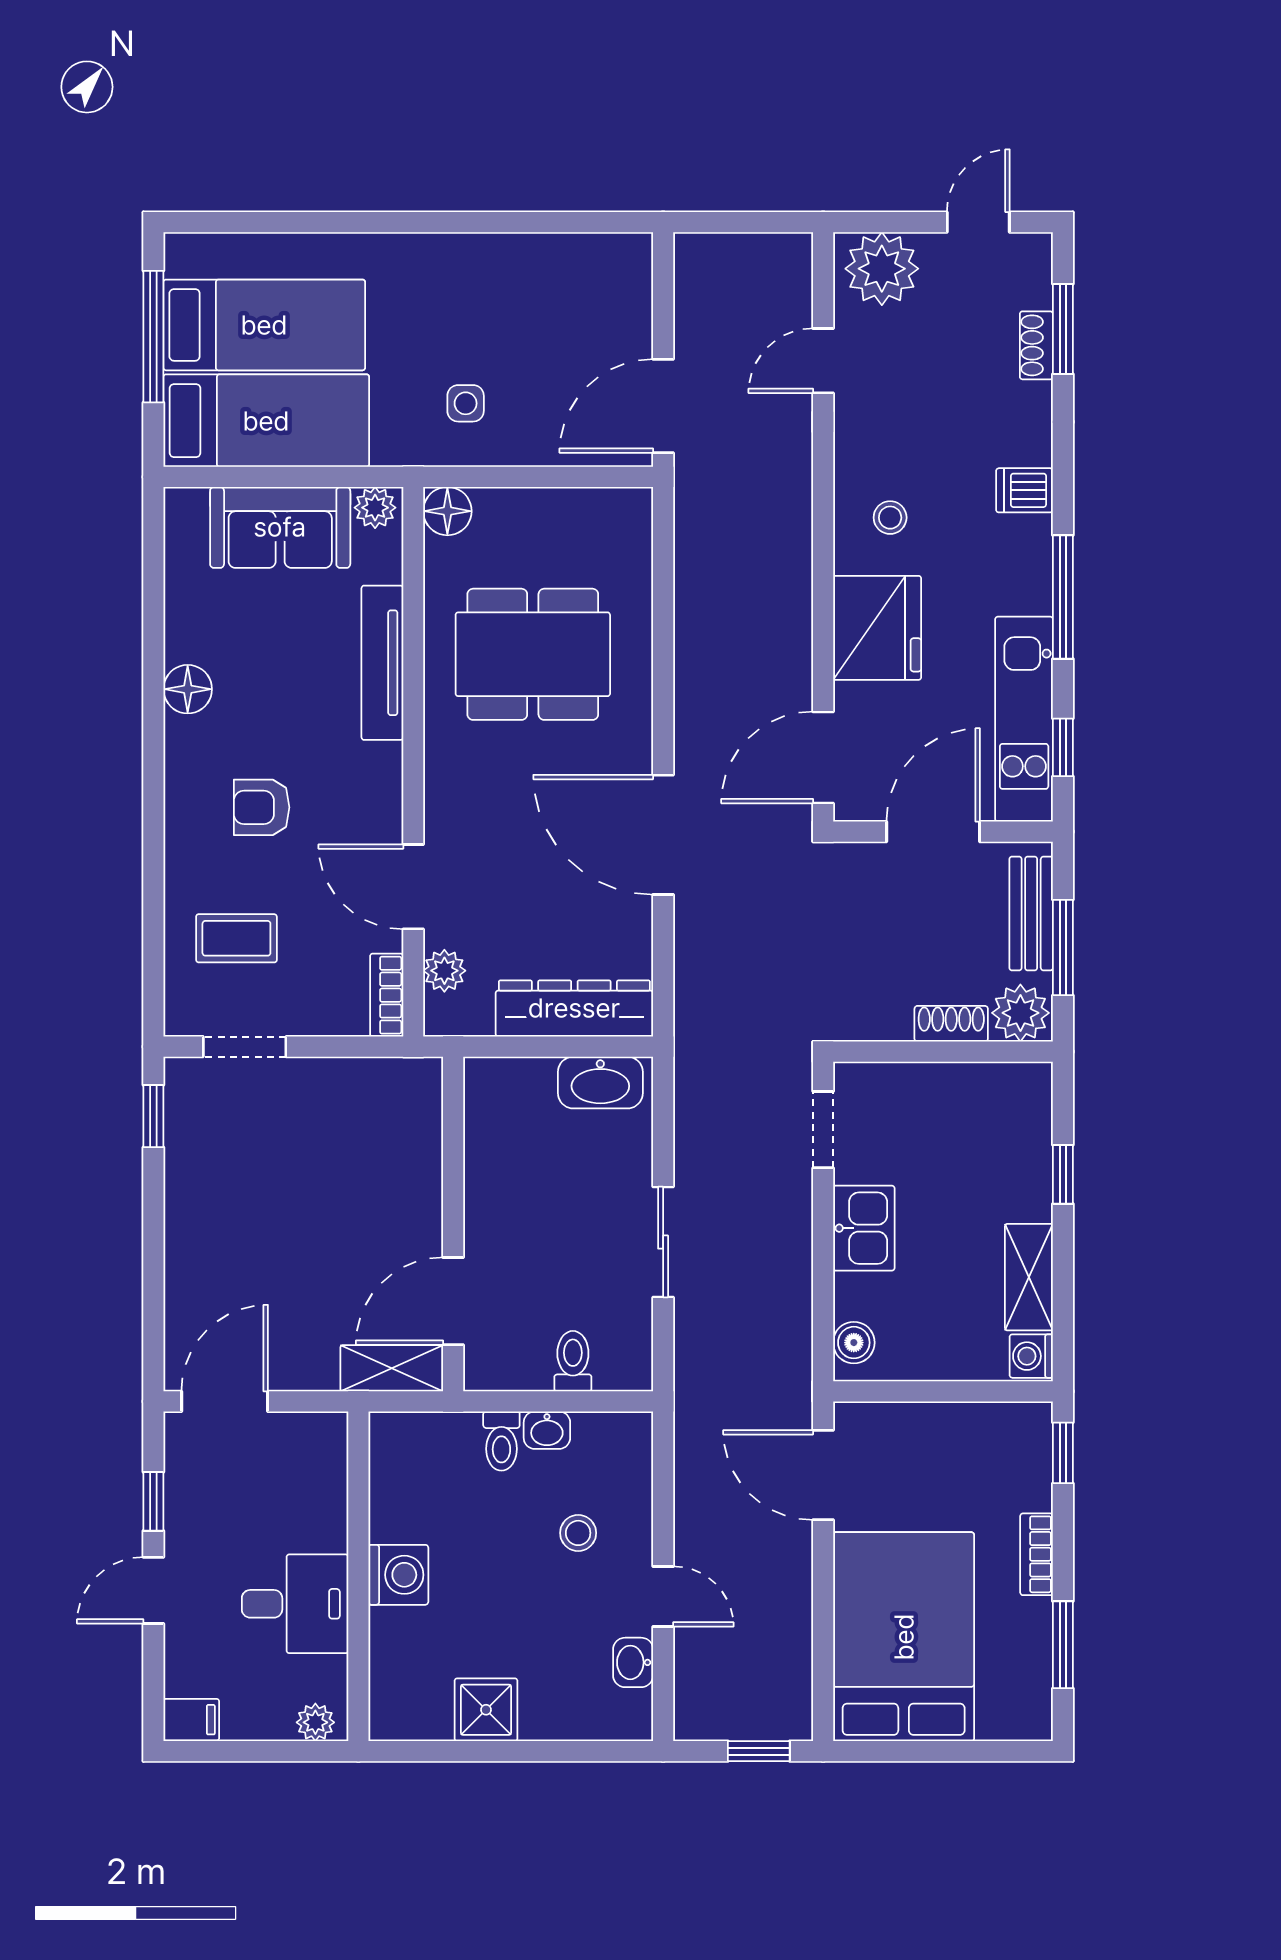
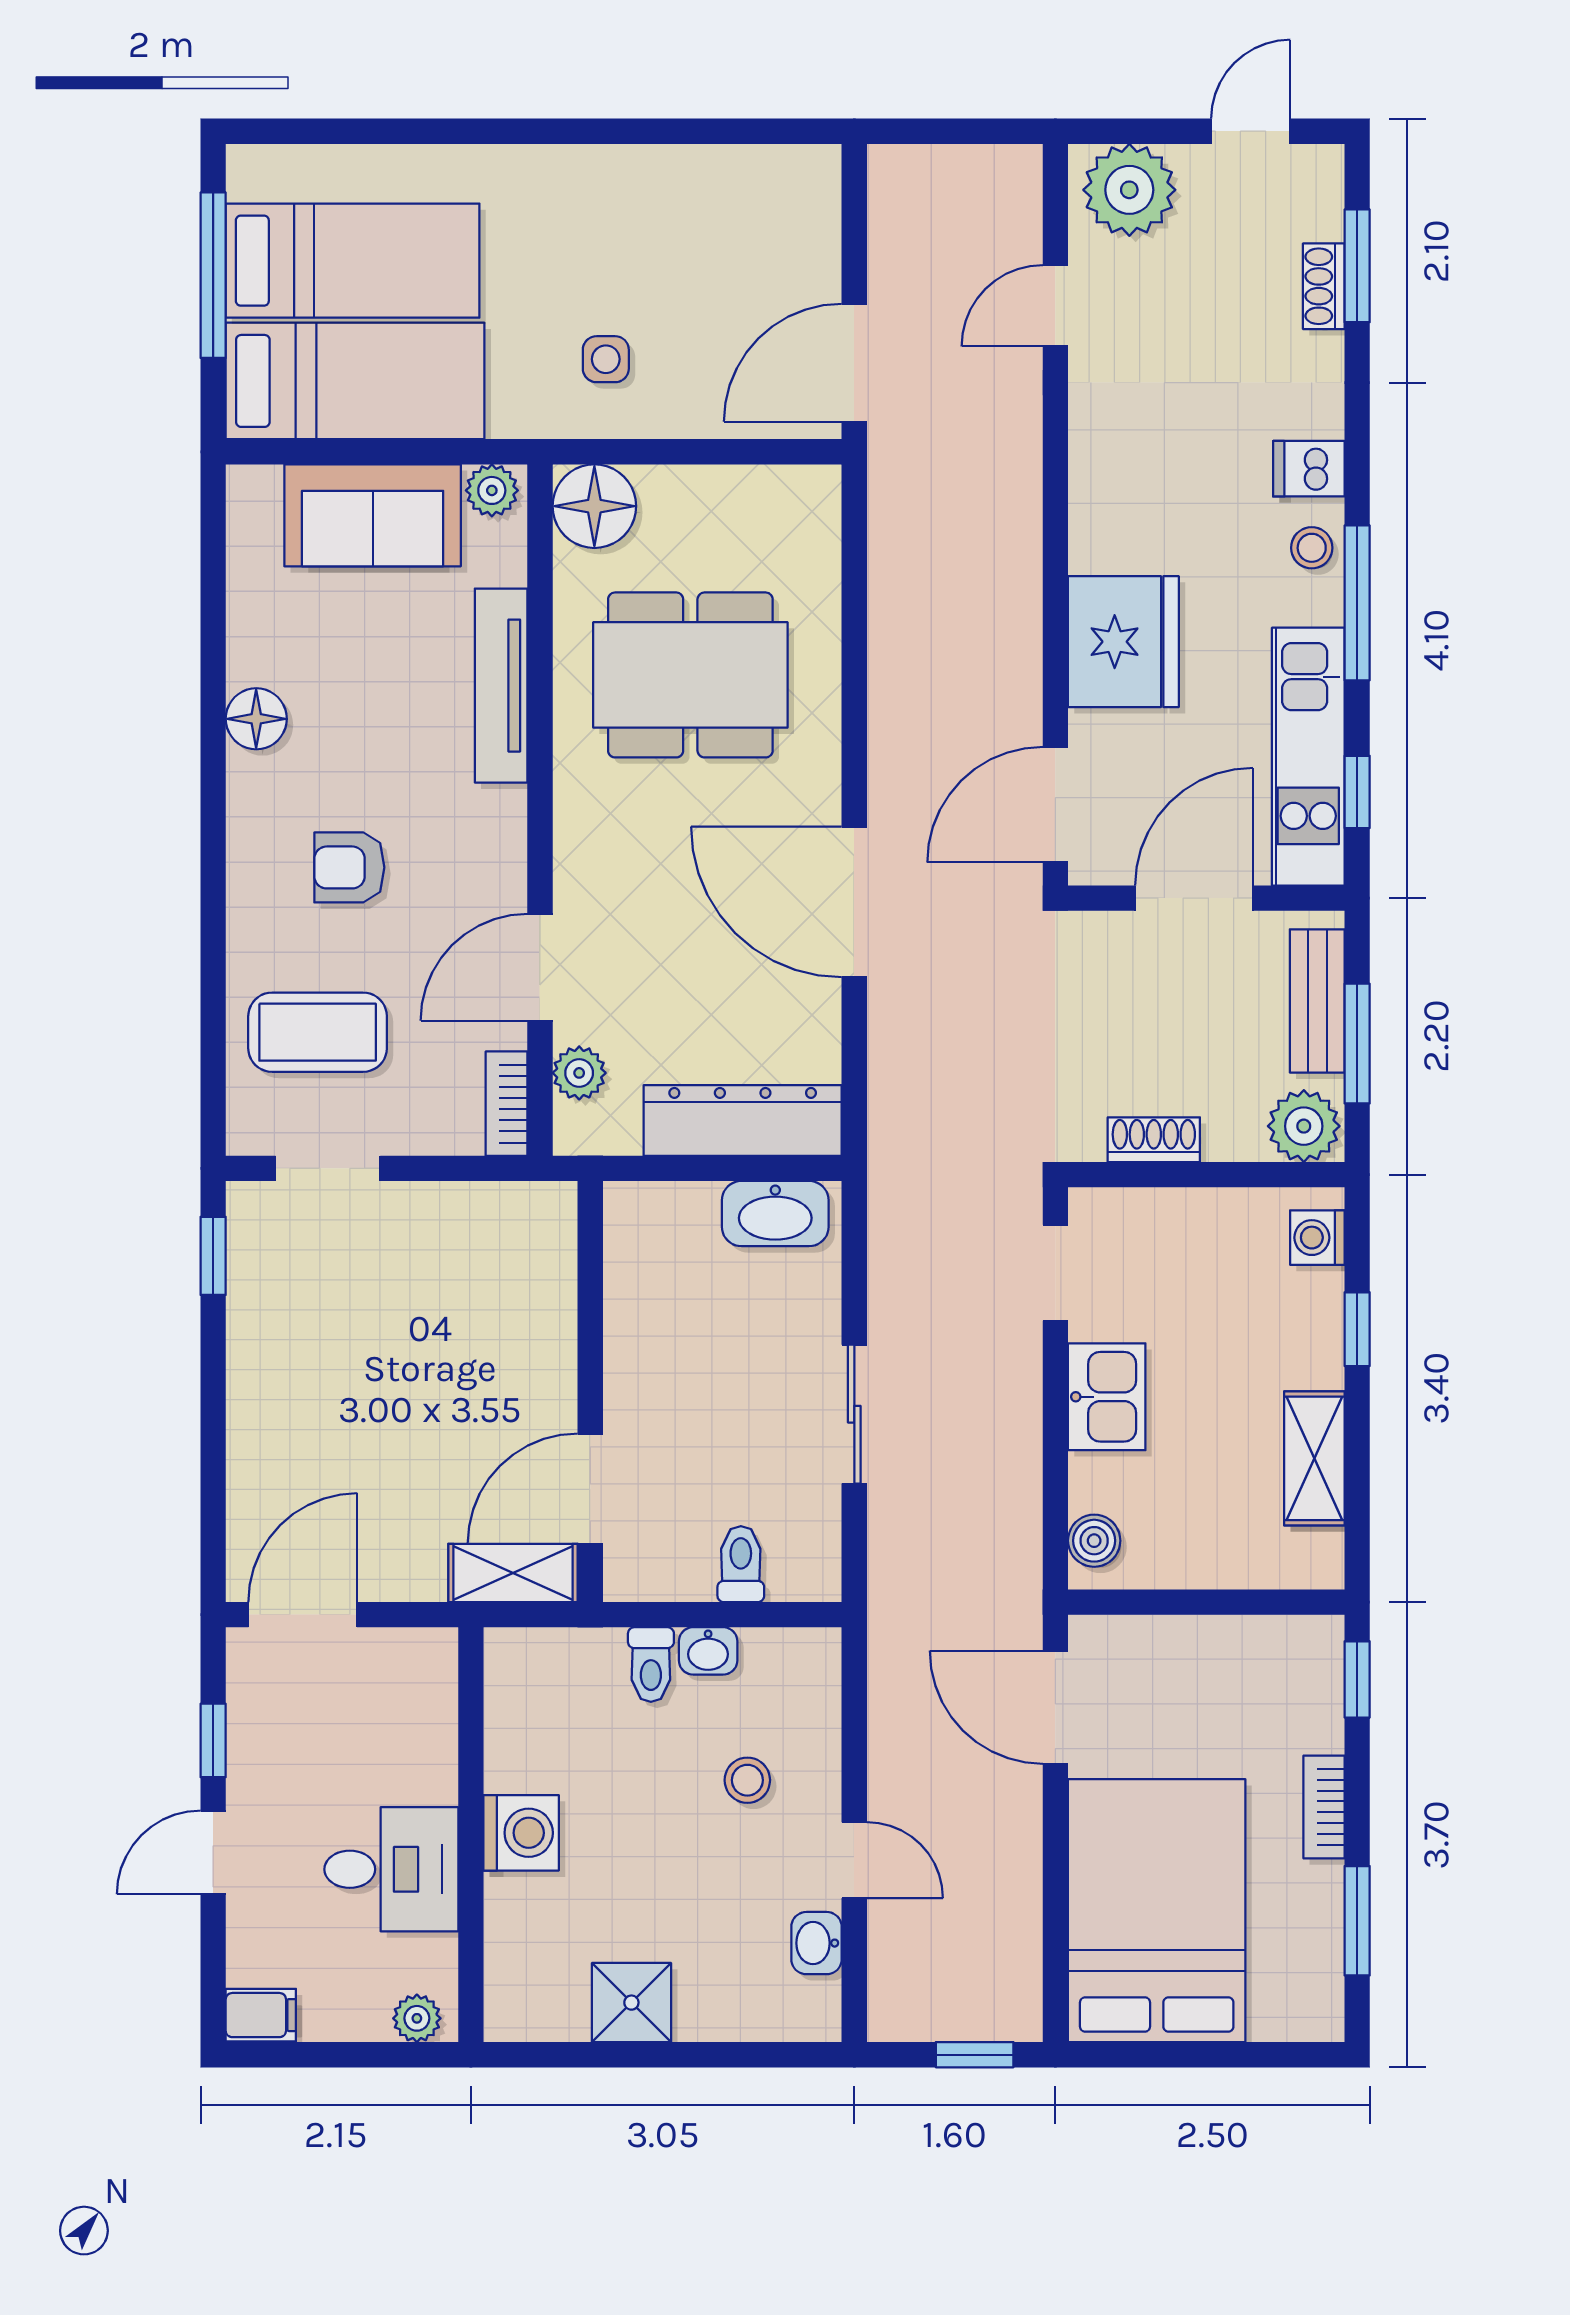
floor lamp: (447, 511) -> (594, 506), width x1.38, depth x1.38
stool: (890, 518) -> (1312, 548), moved
door: (413, 887) -> (540, 967), hinge flipped
coffee table: (236, 938) -> (318, 1032), width x1.36, depth x1.30
shoe rack: (951, 1024) -> (1154, 1140), moved
washing machine: (1031, 1356) -> (1317, 1238), moved

